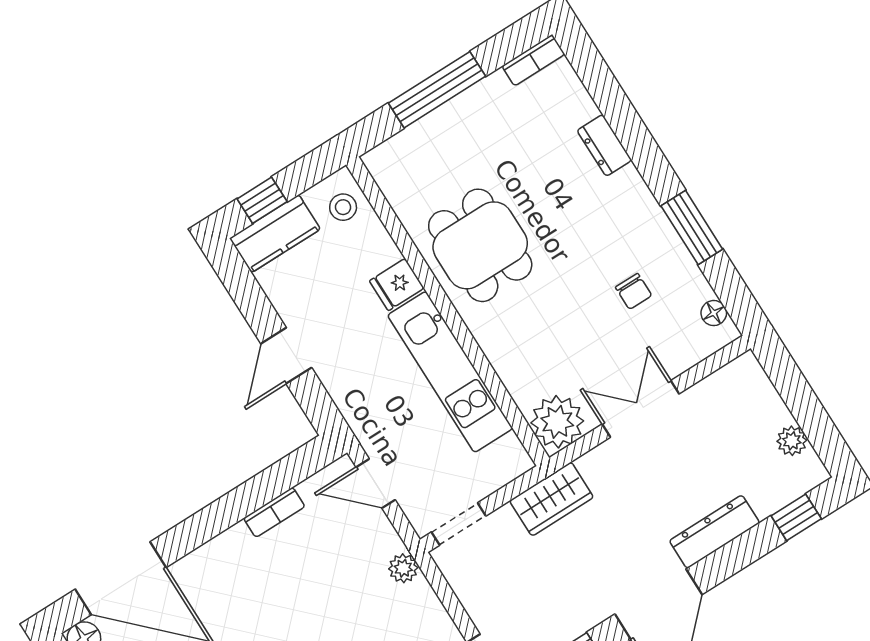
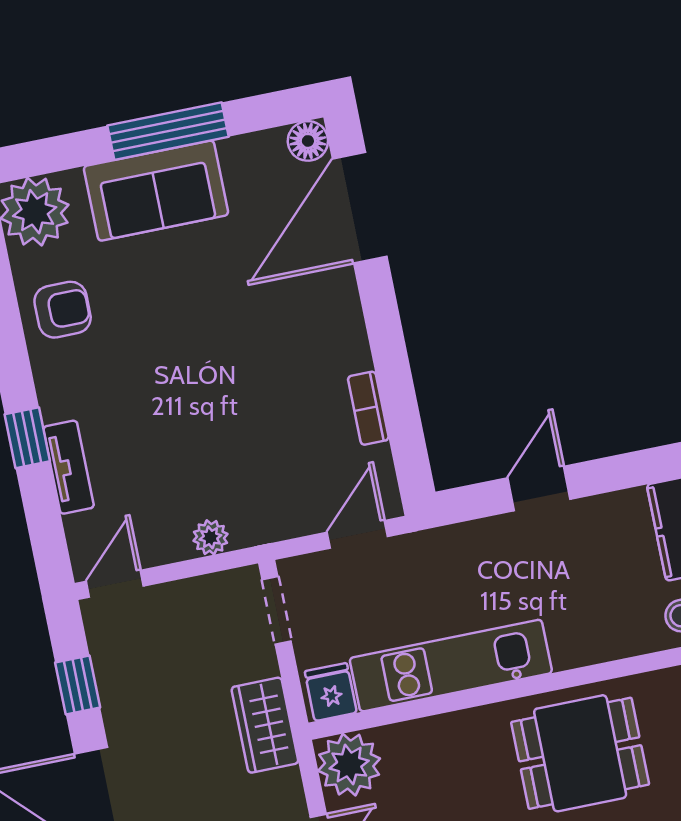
fridge: (397, 284) -> (331, 692), moved
door: (286, 356) -> (539, 488), hinge flipped
plant: (403, 568) -> (210, 537), moved

